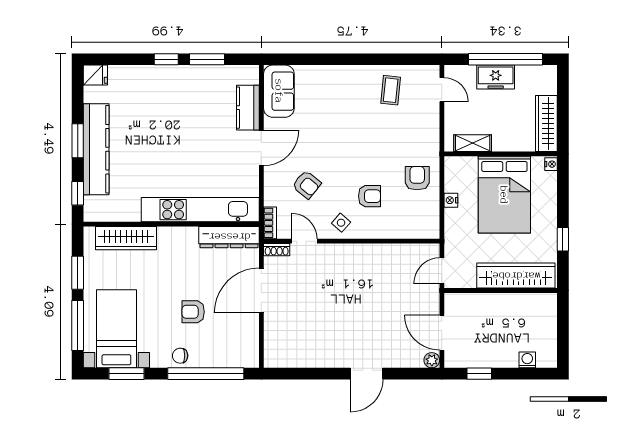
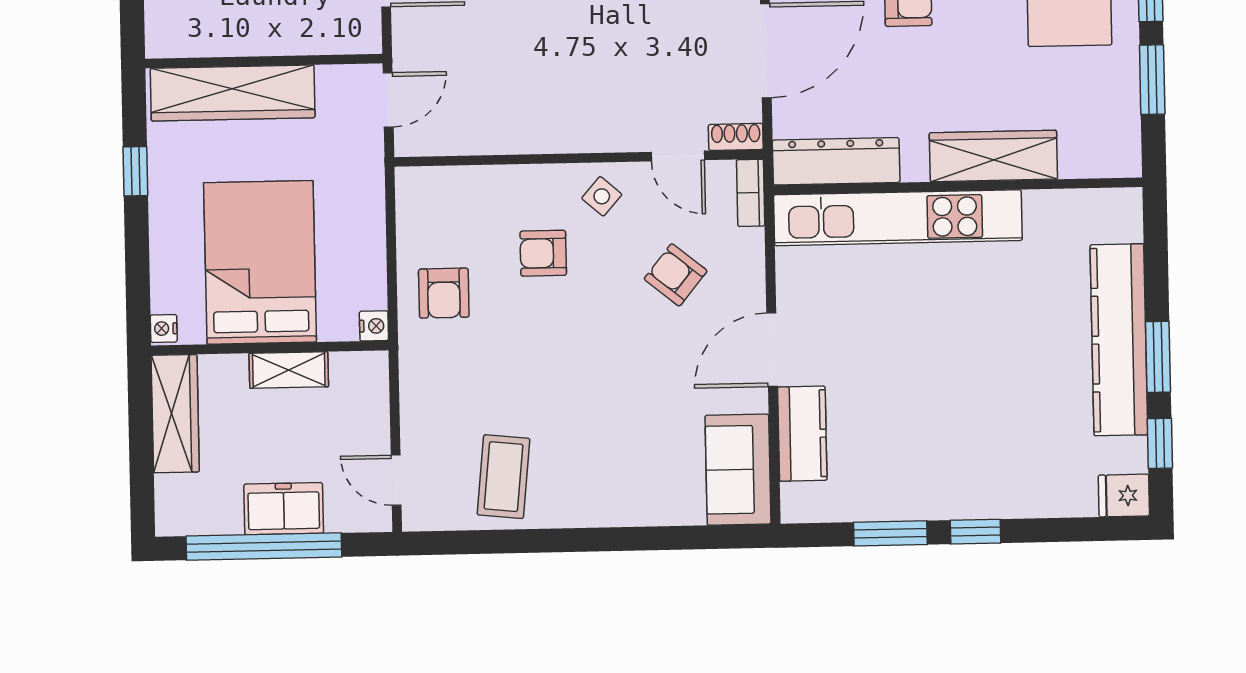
coffee table: (391, 90) -> (504, 477), width x1.36, depth x1.30
shelving: (473, 143) -> (289, 370), moved
window: (78, 193) -> (1160, 443), moved
nightstand: (451, 200) -> (374, 326), moved
wardrobe: (126, 238) -> (993, 156), moved

